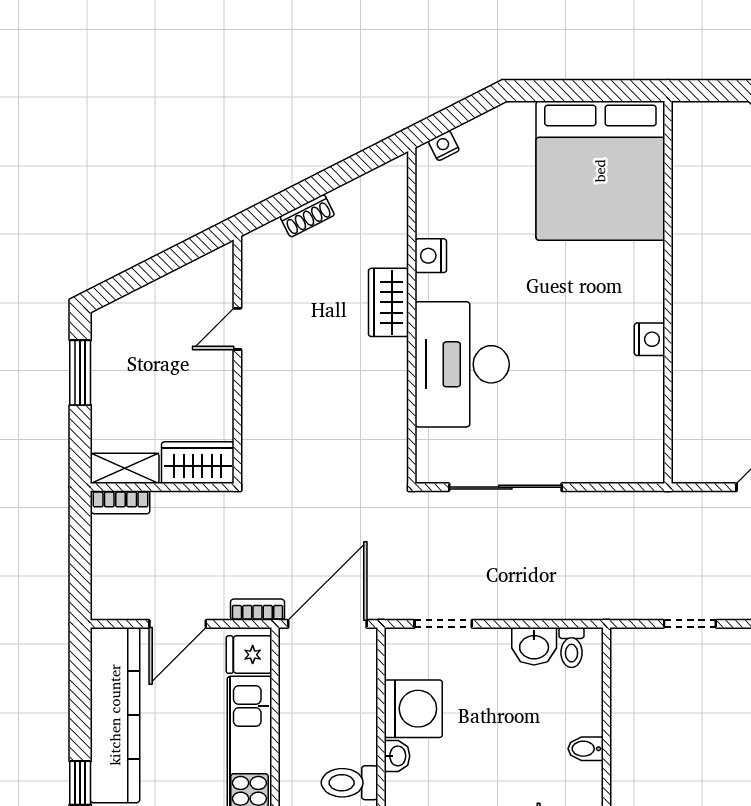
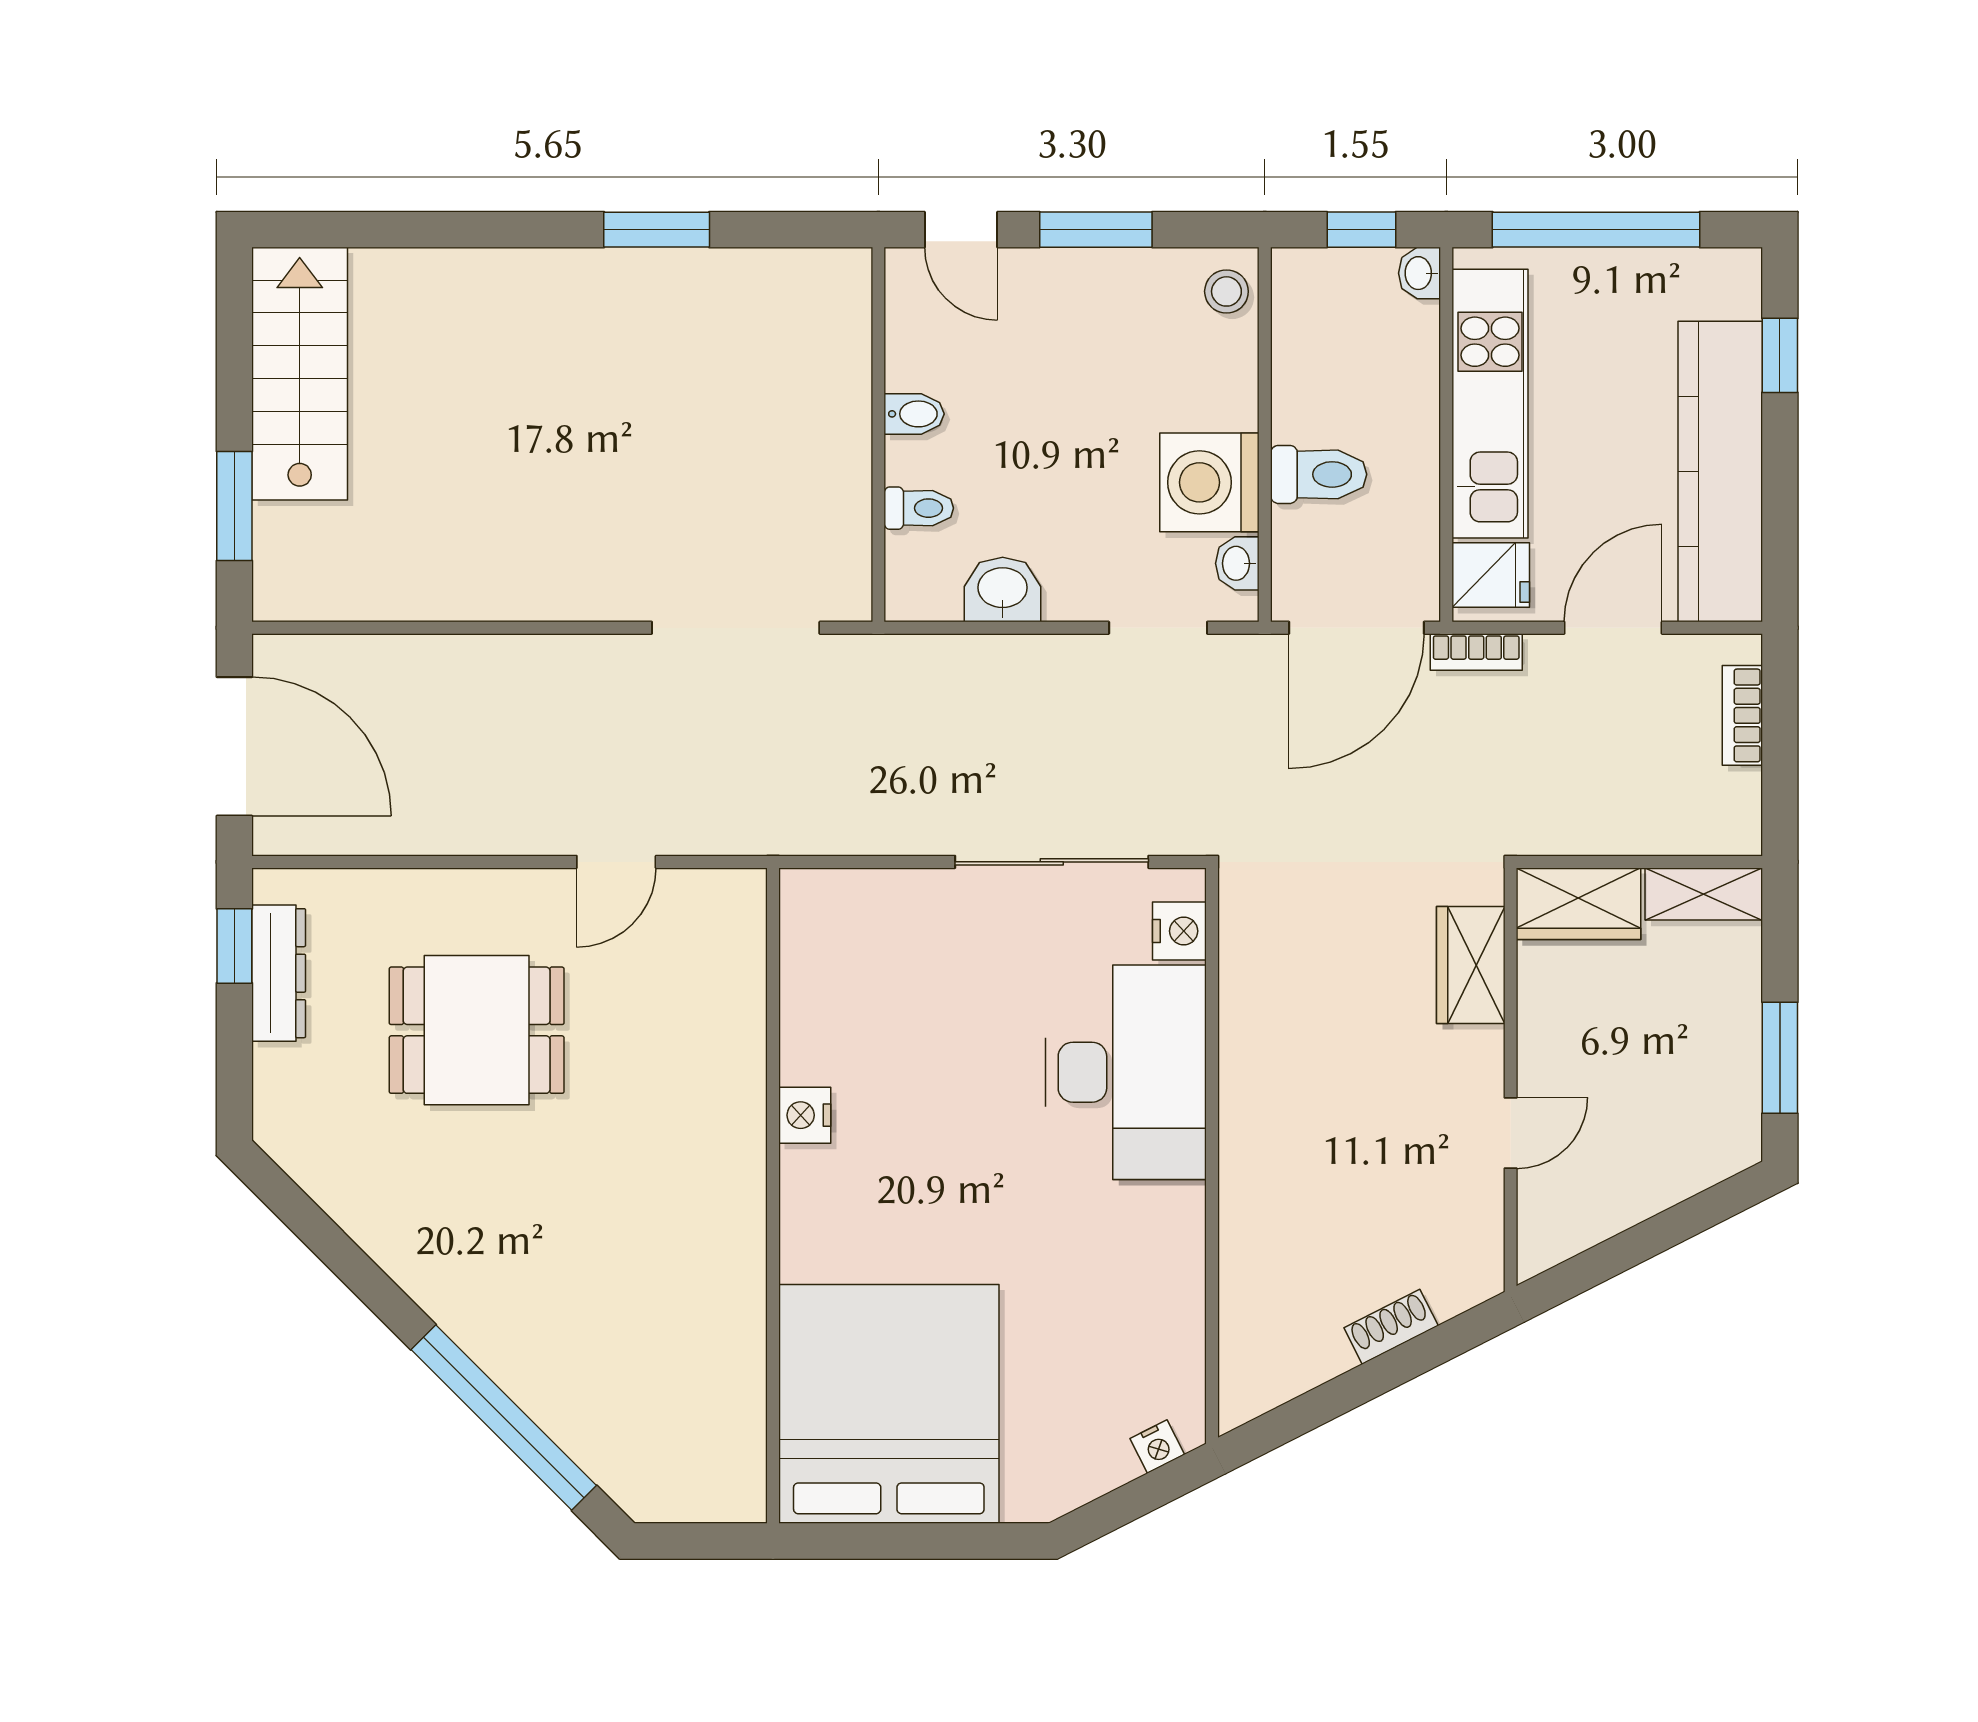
nightstand: (431, 256) -> (1179, 931), moved
wardrobe: (388, 302) -> (1471, 965), moved, turned 180
bookcase: (120, 502) -> (1742, 715), moved, turned -90
doorway: (690, 624) -> (736, 628), width x1.87
toilet: (572, 647) -> (919, 508), moved, turned 90
washbasin: (397, 756) -> (1237, 563), moved
toilet: (350, 783) -> (1319, 474), moved

